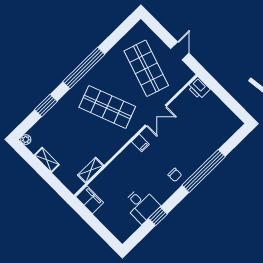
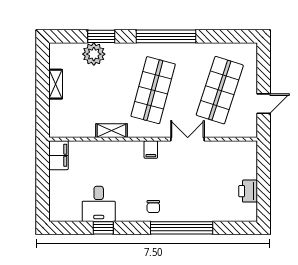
printer: (199, 88) -> (248, 191), moved
shop shelf: (107, 107) -> (153, 90), turned 36
double door: (156, 116) -> (188, 139), swing flipped
plant: (26, 140) -> (94, 54), moved, width x1.88, depth x1.88
shelving: (91, 170) -> (112, 131), moved

